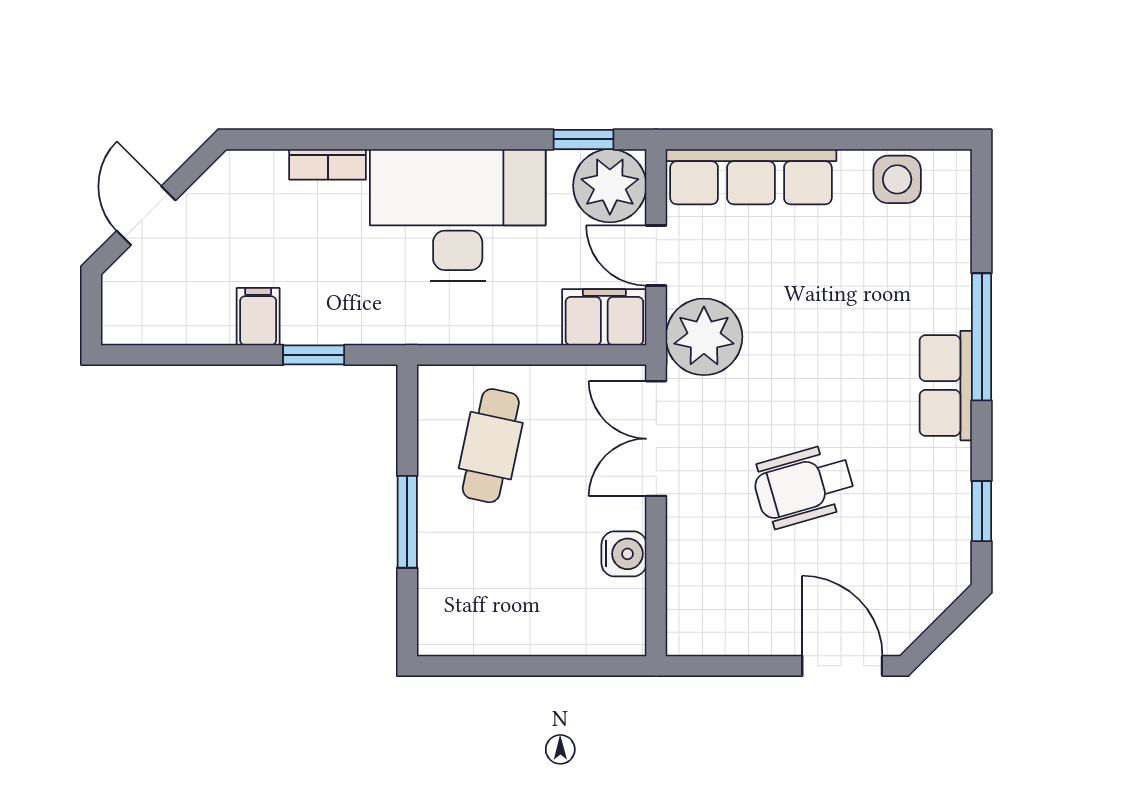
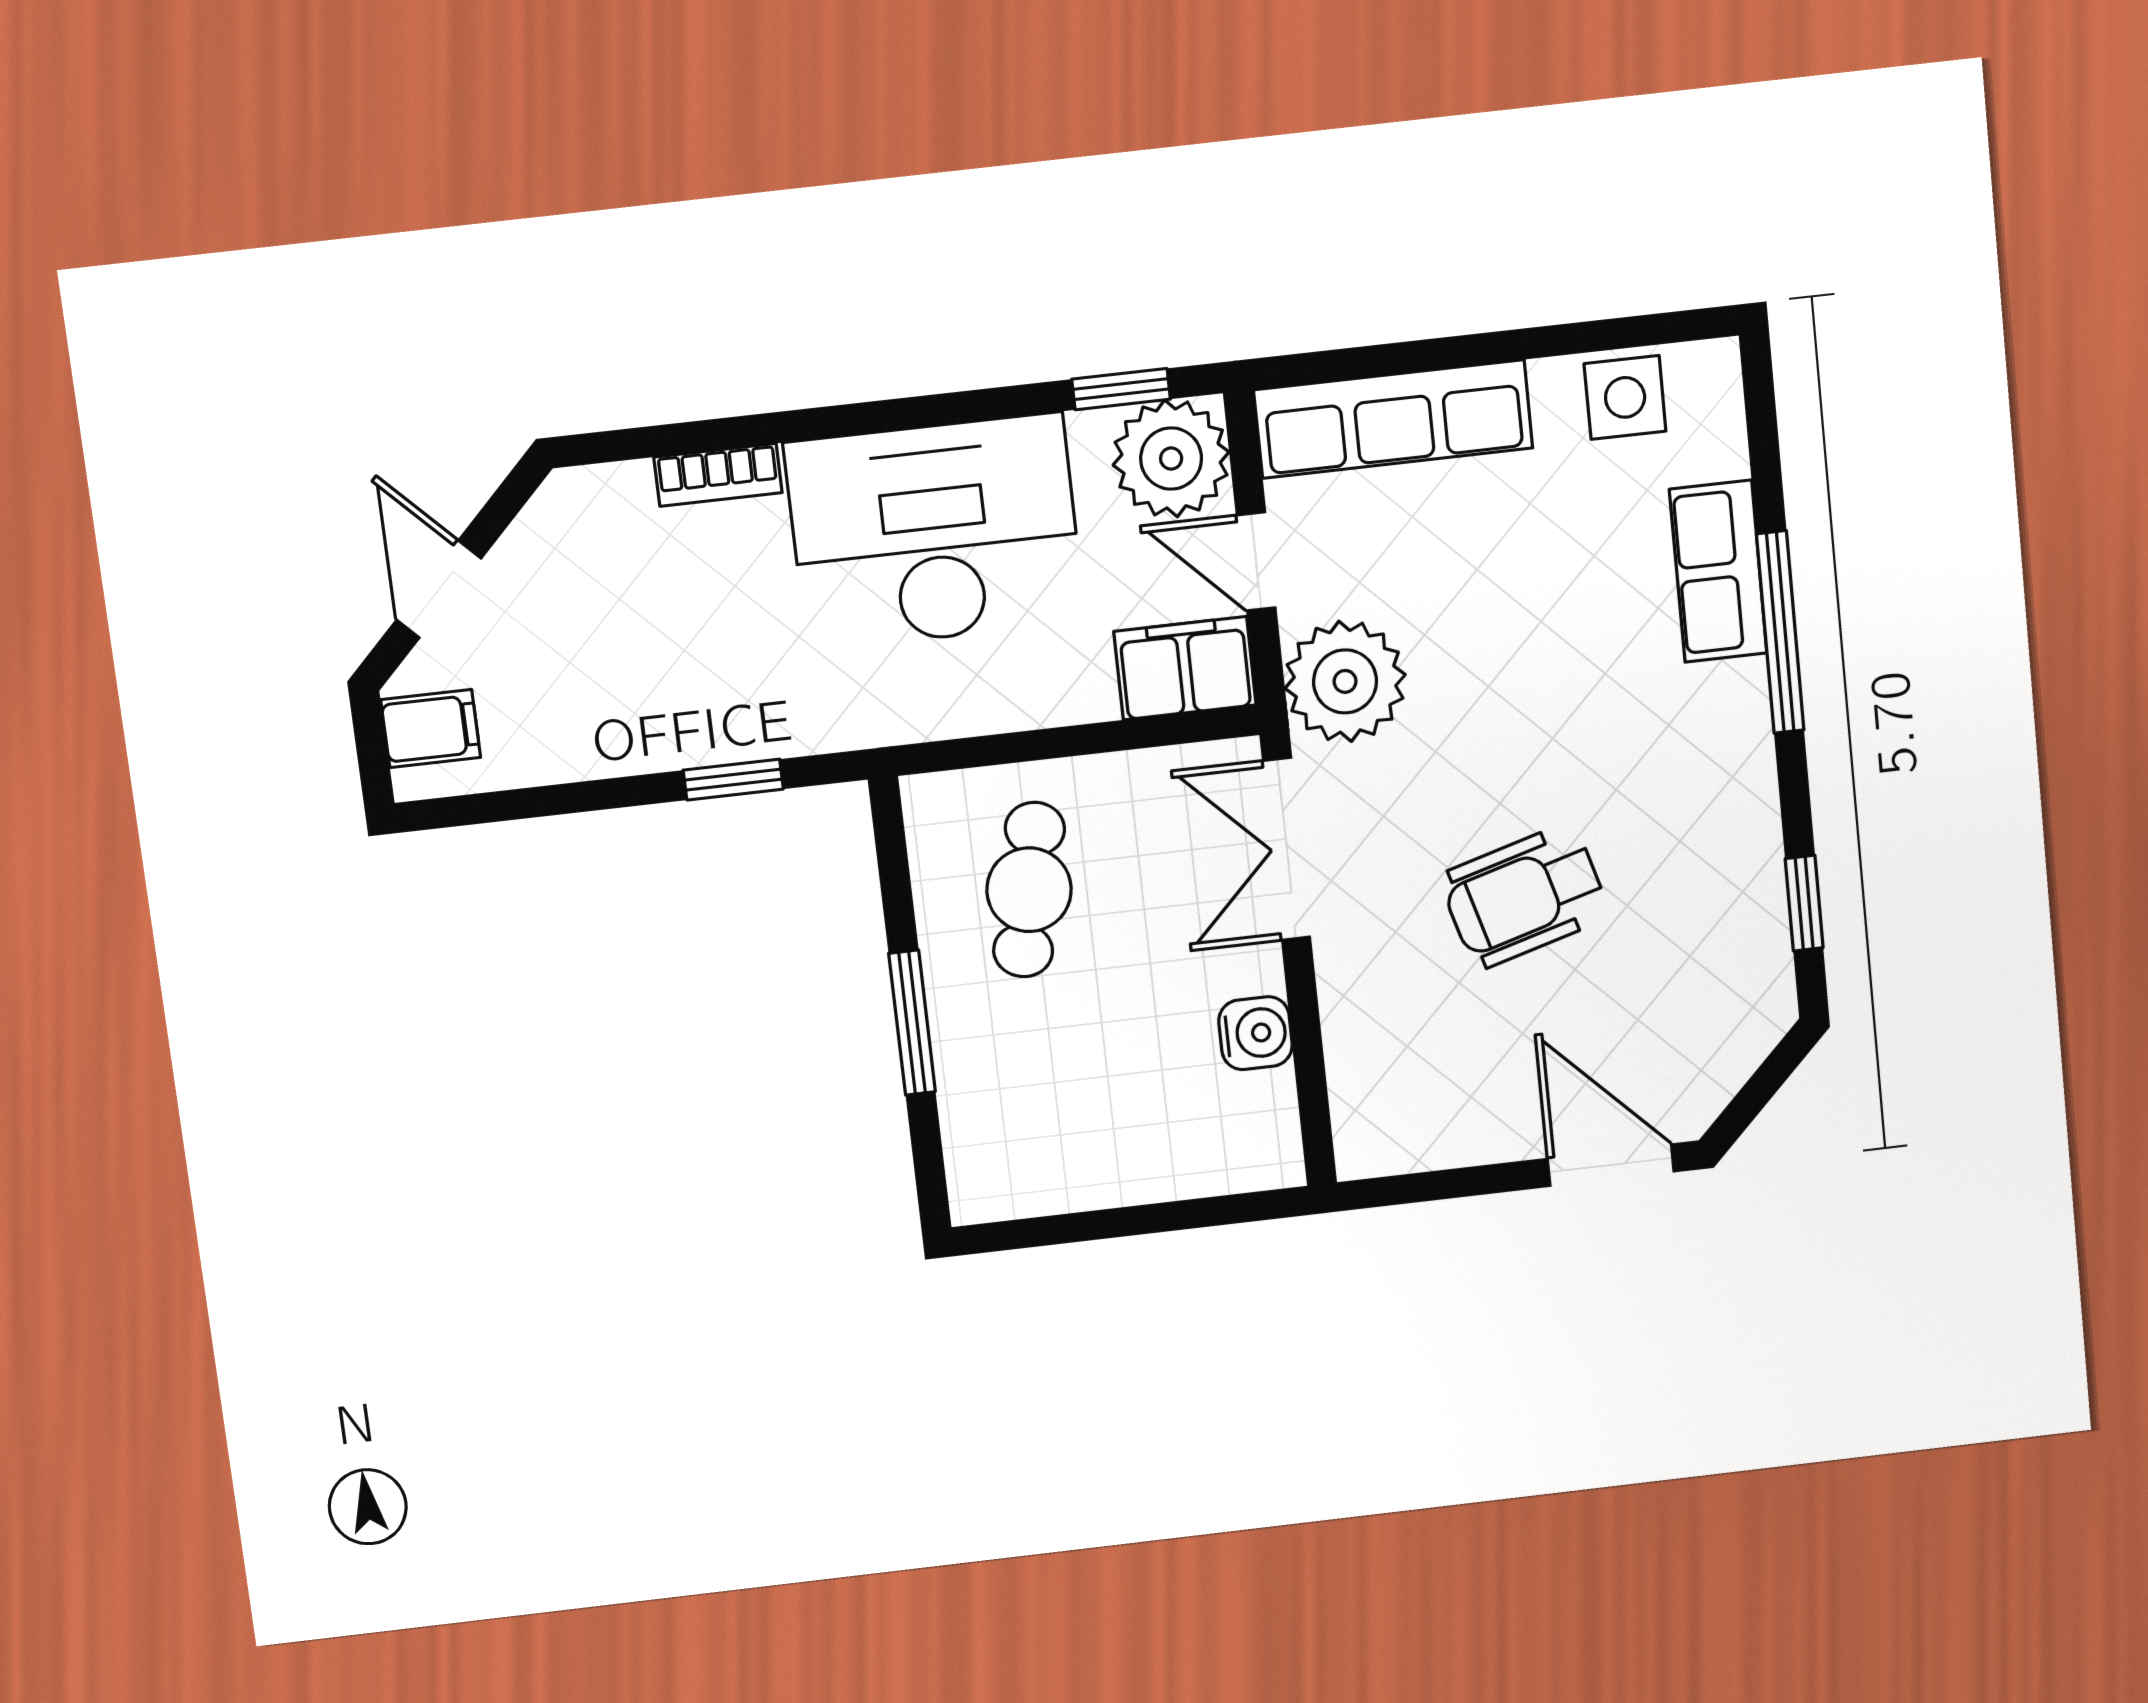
filing cabinet: (258, 317) -> (431, 729), moved, turned 90
row of seats: (946, 386) -> (1718, 571), moved

